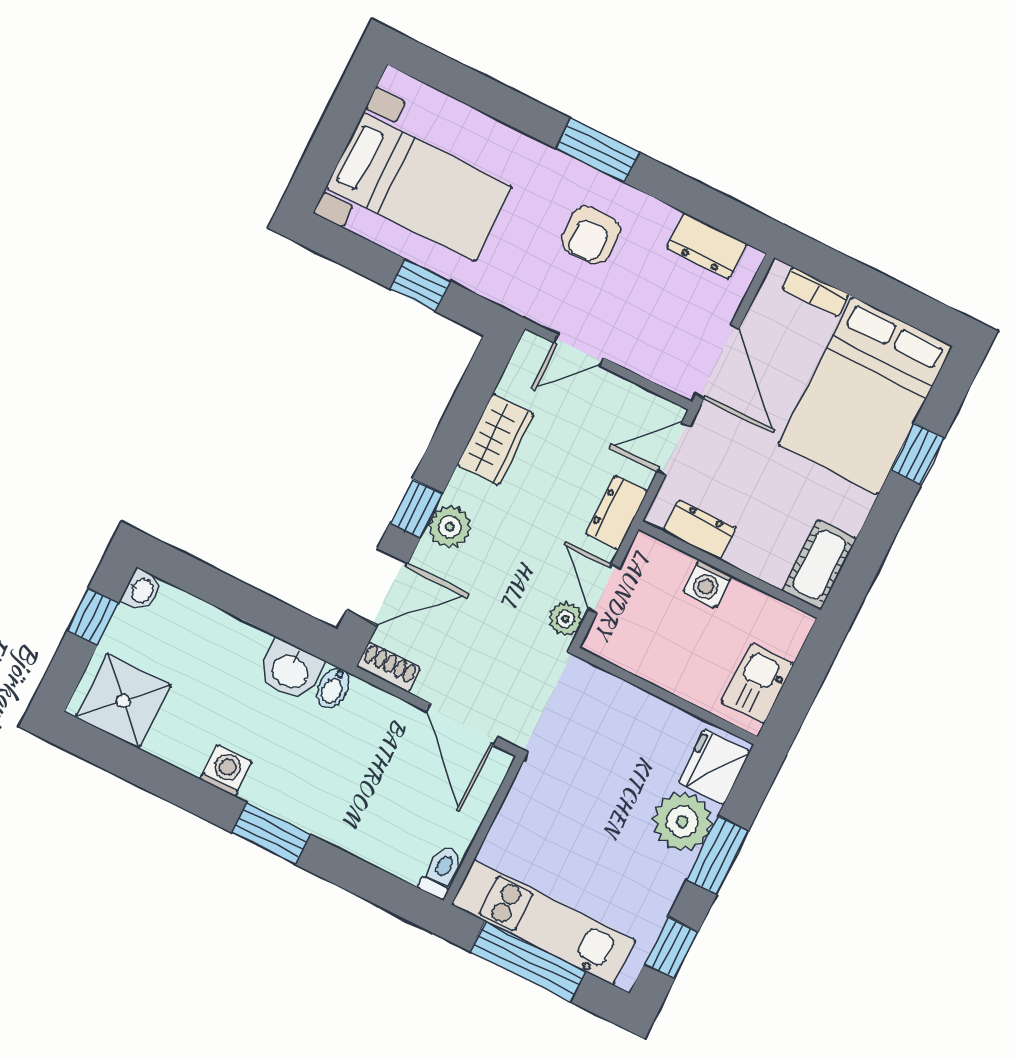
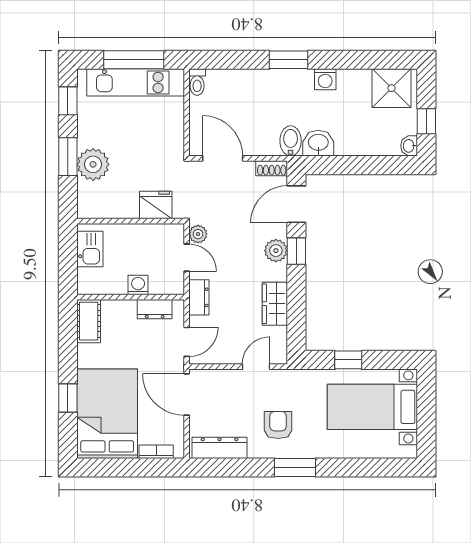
dresser: (707, 246) -> (220, 448), width x1.44
bidet: (333, 688) -> (291, 141), width x1.38, depth x1.36
fridge: (714, 767) -> (156, 205), moved, turned -90

